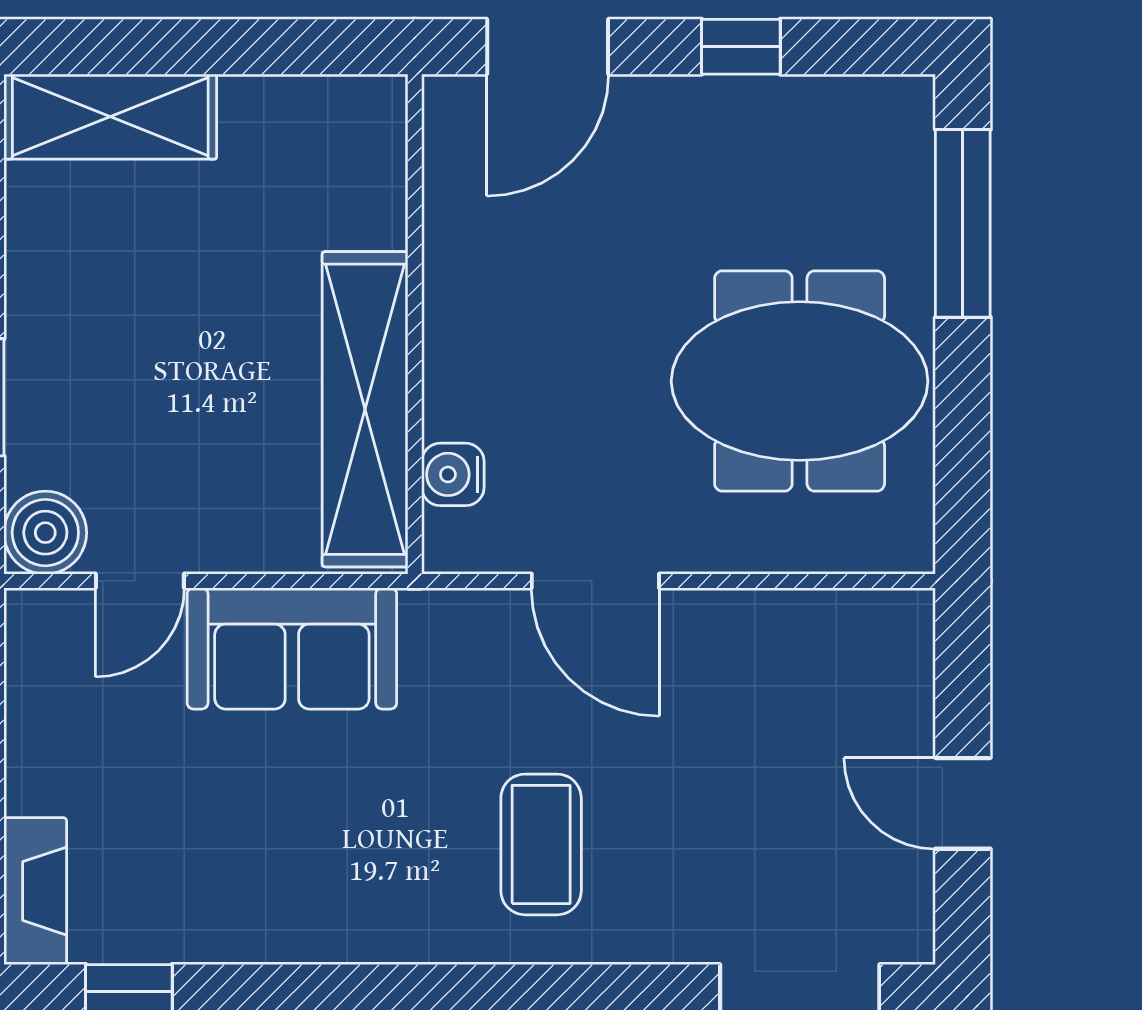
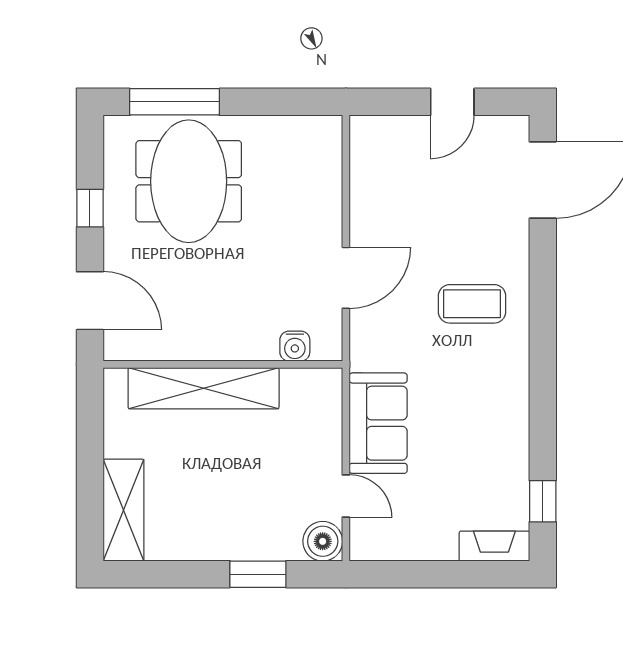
meeting table: (800, 381) -> (189, 181), moved
shelving: (365, 409) -> (204, 388), moved

